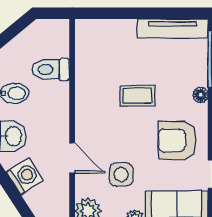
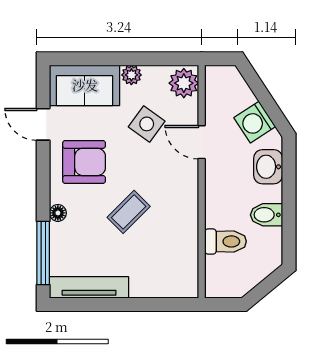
coffee table: (137, 96) -> (129, 212), turned -45
side table: (121, 174) -> (147, 124), turned 36

